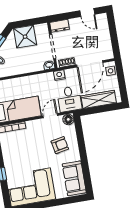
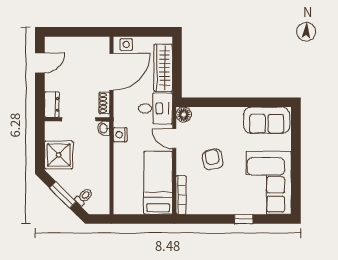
door: (90, 64) -> (112, 72), hinge flipped
nightstand: (59, 75) -> (120, 135), moved
armchair: (60, 145) -> (213, 159), moved

